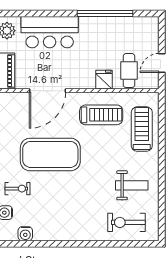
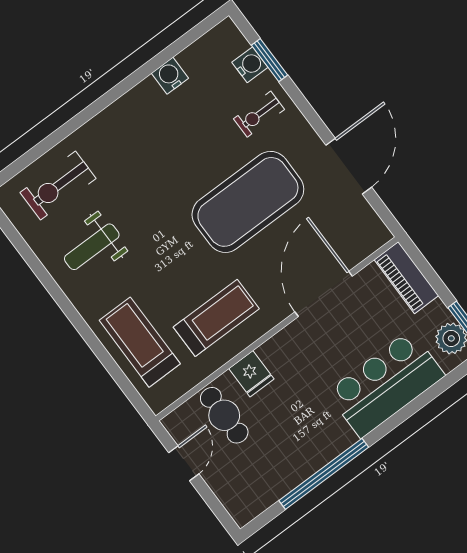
treadmill: (101, 115) -> (216, 318), turned 180
treadmill: (142, 129) -> (140, 342), turned 180
exercise bike: (127, 222) -> (58, 186), turned 180
water cooler: (25, 234) -> (170, 76), moved

